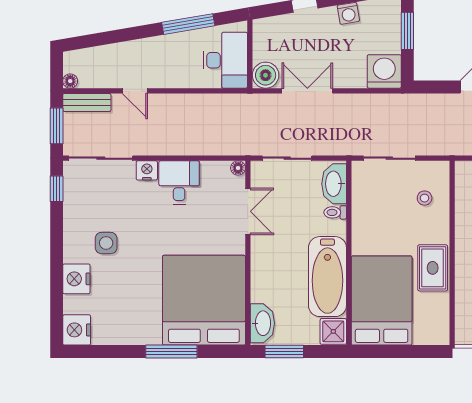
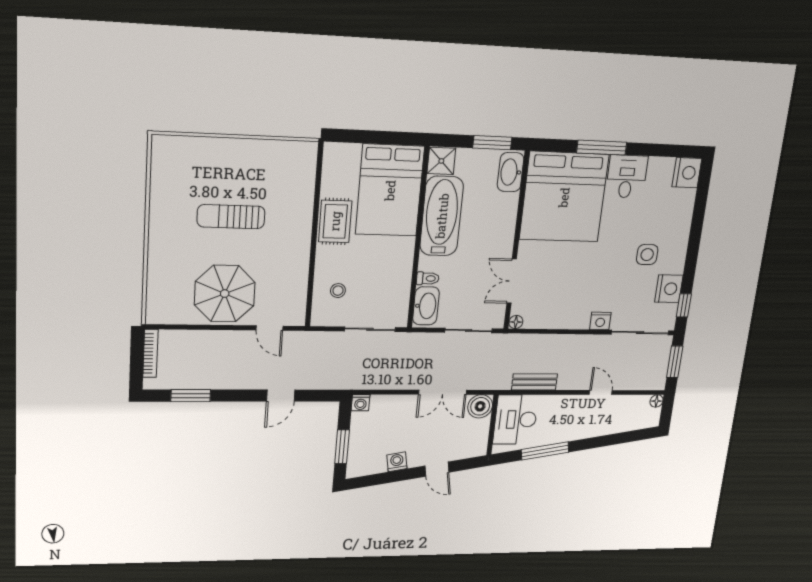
washing machine: (384, 71) -> (361, 403), width x0.53, depth x0.53
bench: (87, 102) -> (534, 382), moved
desk: (179, 182) -> (627, 176), moved, turned 180
nightstand: (76, 279) -> (669, 289), moved

